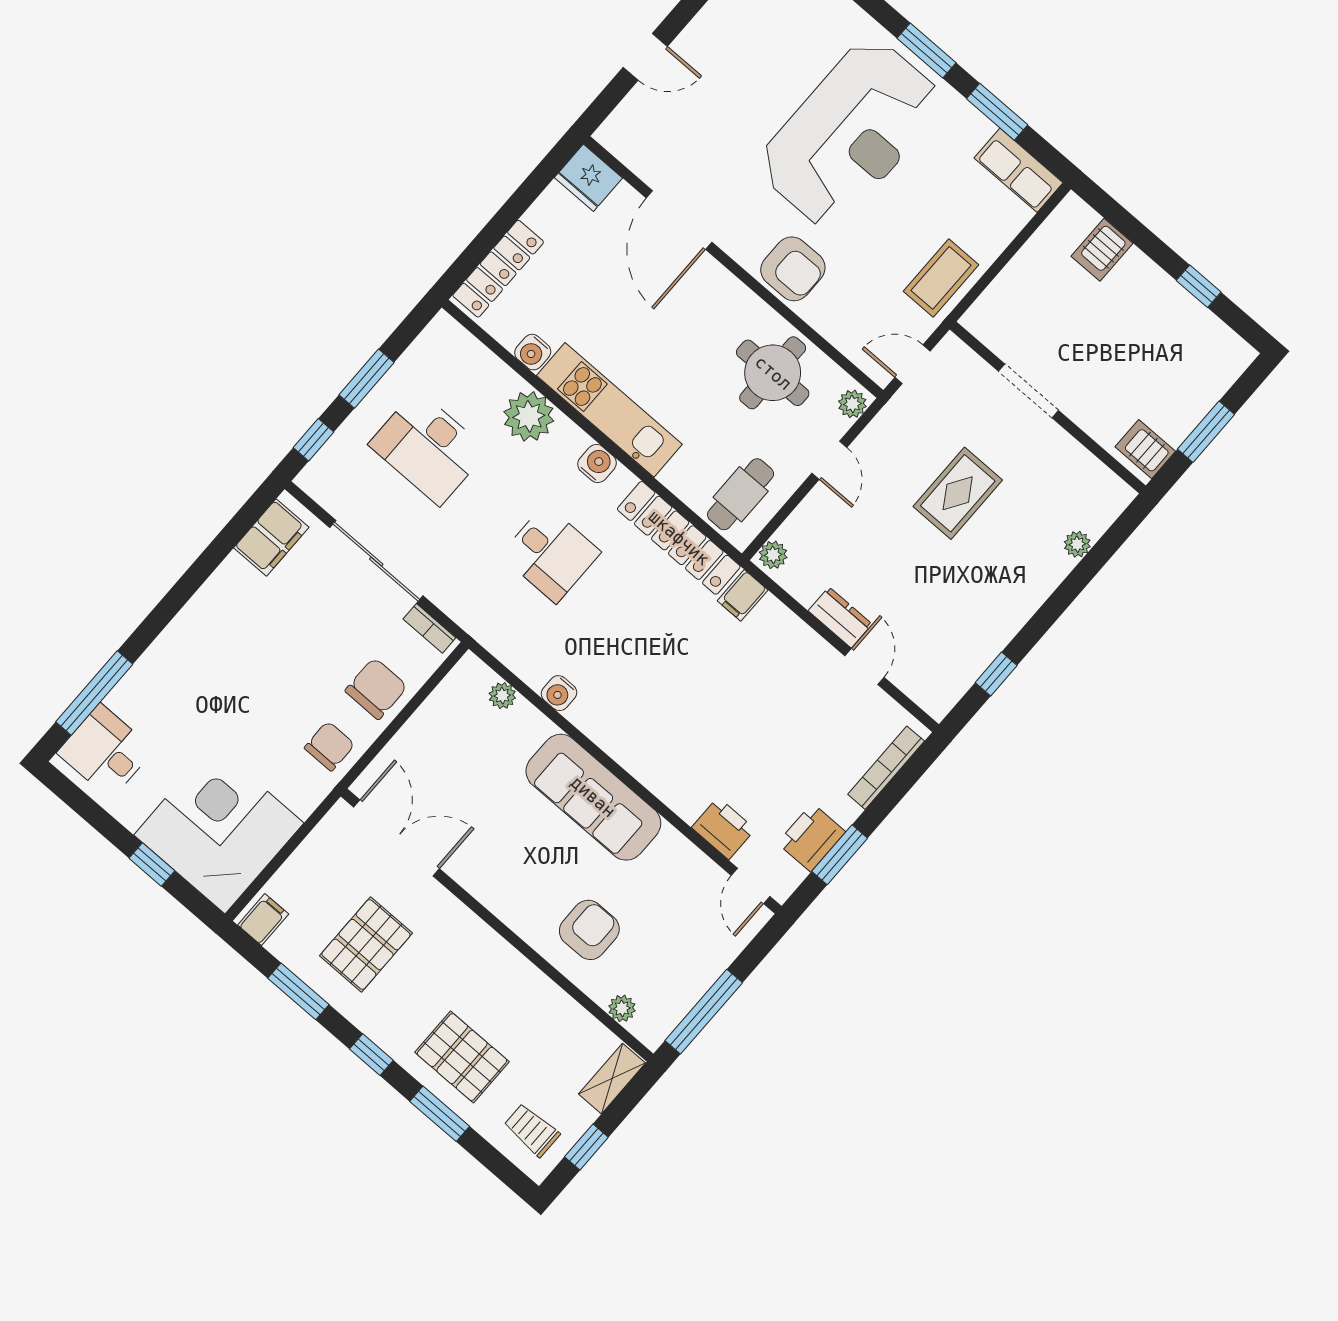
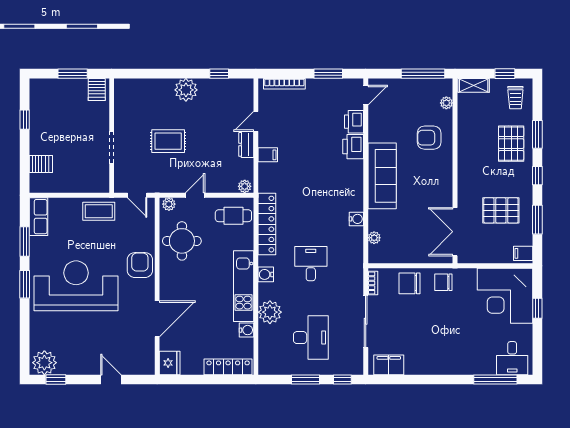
plant: (1077, 544) -> (186, 90), moved, width x1.88, depth x1.88
filing cabinet: (743, 595) -> (268, 155), moved
printer: (811, 837) -> (353, 147), moved, turned 90

